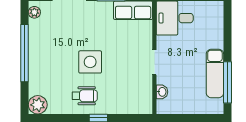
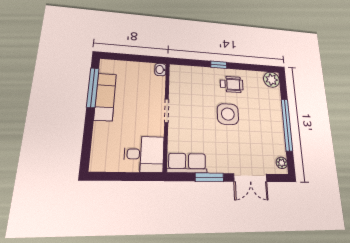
washbasin: (162, 92) -> (160, 70), moved
wheelchair: (85, 96) -> (232, 84), turned 180

